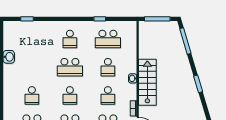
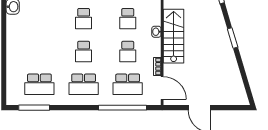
school desk: (70, 67) -> (84, 19), width x0.54
school desk: (32, 95) -> (39, 51), removed

